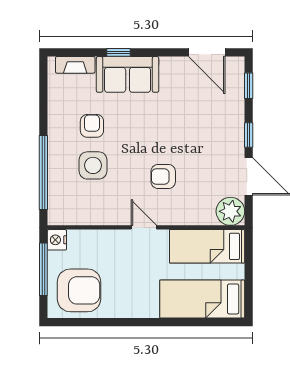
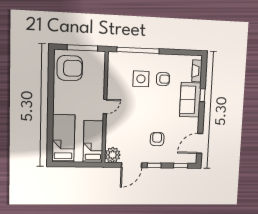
armchair: (163, 176) -> (157, 139), moved
nightstand: (57, 240) -> (99, 56), removed
armchair: (79, 290) -> (70, 68), turned -90

